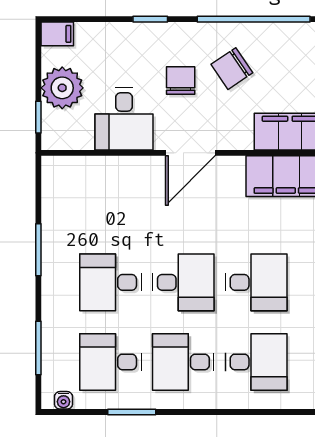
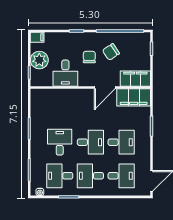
door: (190, 153) -> (105, 87), moved
desk: (111, 282) -> (60, 142), turned 90

